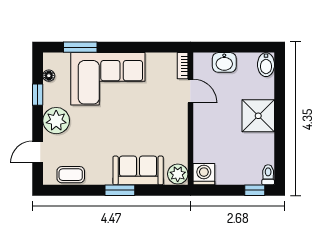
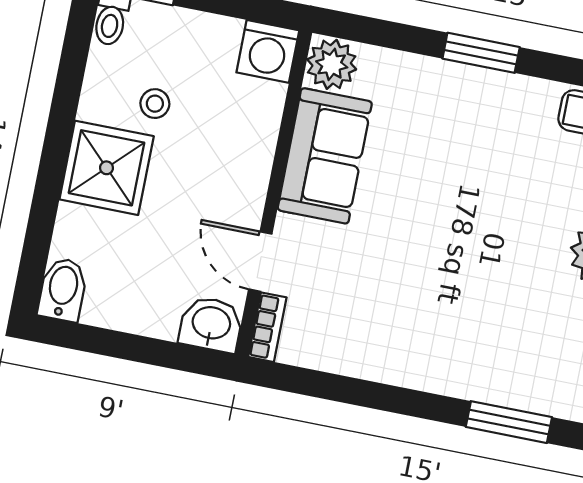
washbasin: (224, 62) -> (211, 324), moved
corner sofa: (108, 79) -> (456, 331), removed
stool: (244, 145) -> (155, 104), added
sofa: (138, 170) -> (325, 156), moved, turned -90

